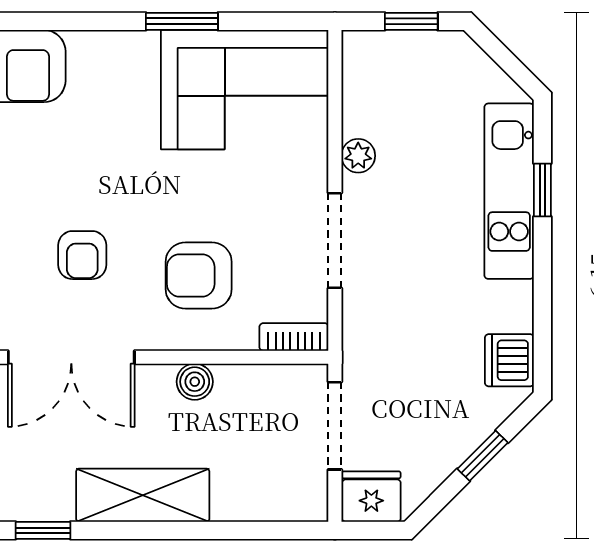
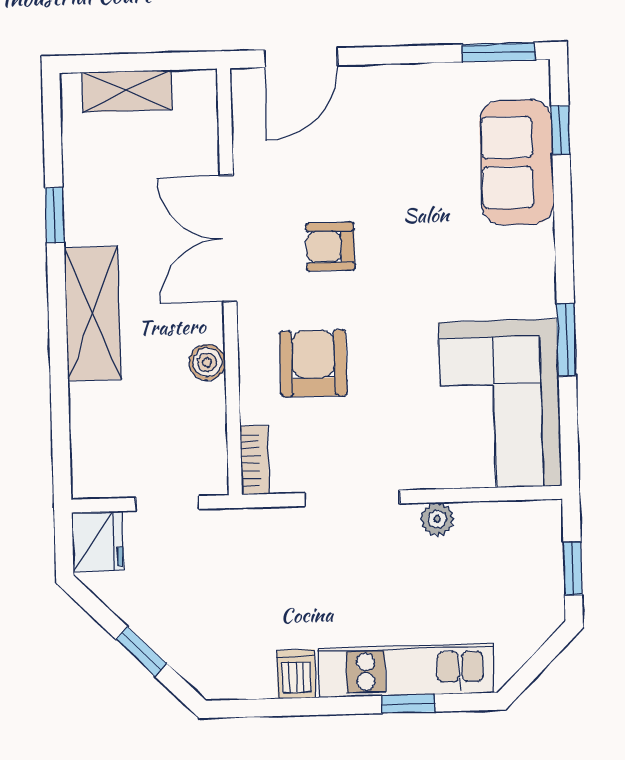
dishwasher: (509, 360) -> (296, 674), moved, width x0.73
doorway: (335, 426) -> (167, 503), width x0.73

